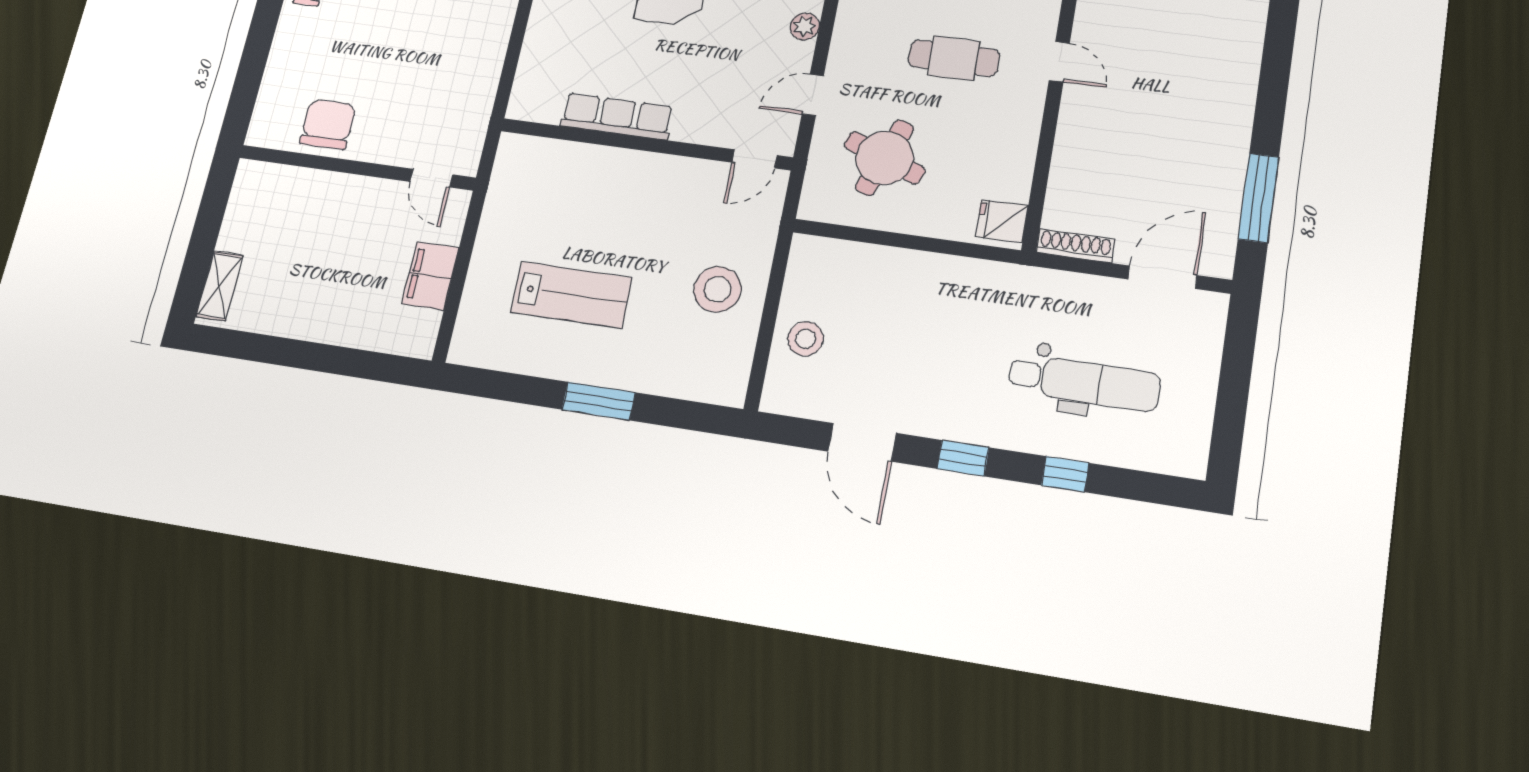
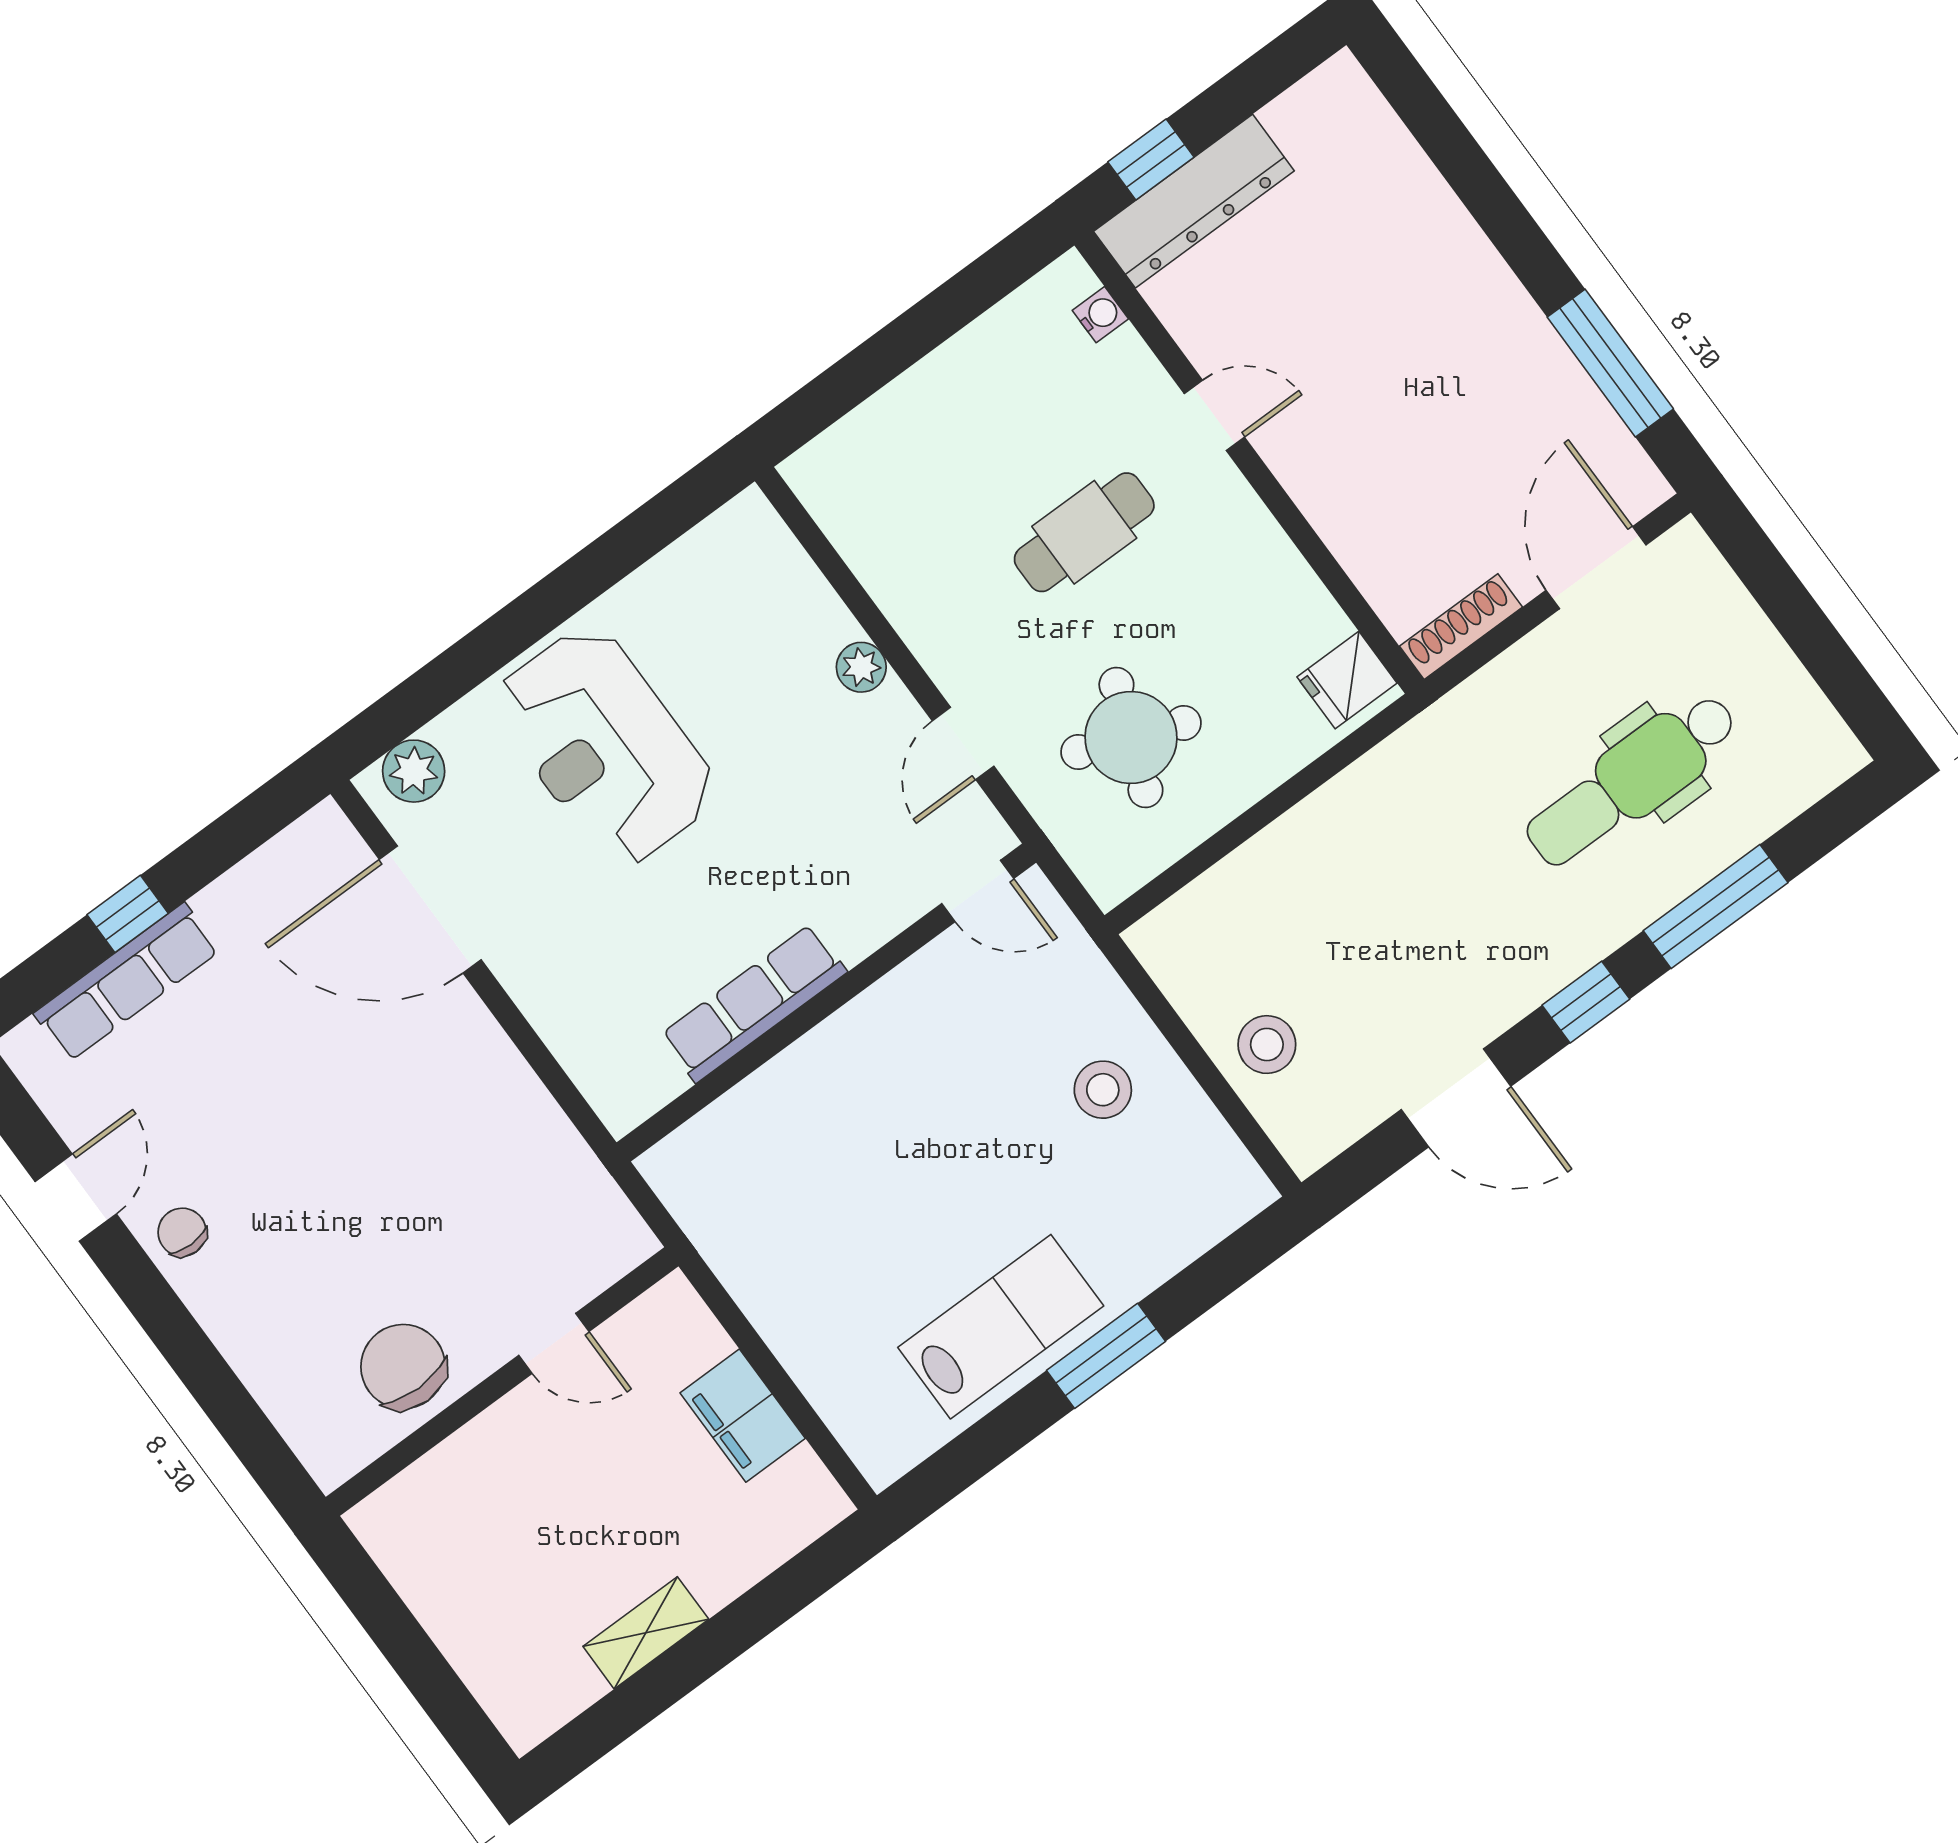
door: (755, 159) -> (978, 891), hinge flipped
door: (431, 178) -> (554, 1343), moved
shelving: (220, 286) -> (646, 1633), moved, turned 90
stool: (717, 289) -> (1103, 1090), width x0.73, depth x0.73
lab bench: (571, 295) -> (1001, 1327), moved
dental chair: (1084, 382) -> (1632, 780), turned 180
window: (1065, 474) -> (1716, 907), width x2.17

